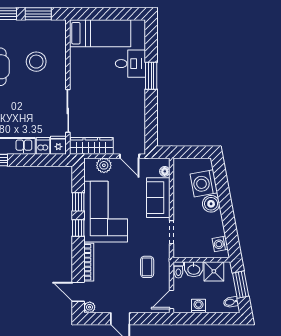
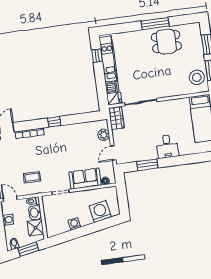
stool: (36, 62) -> (197, 77), moved
desk: (130, 64) -> (167, 146), moved
window: (151, 76) -> (147, 165), moved
wardrobe: (91, 146) -> (116, 118), width x0.67
window: (78, 202) -> (74, 119), removed
boiler: (211, 204) -> (86, 219), removed
corner sofa: (106, 212) -> (69, 141), removed
washing machine: (220, 244) -> (74, 224), moved

